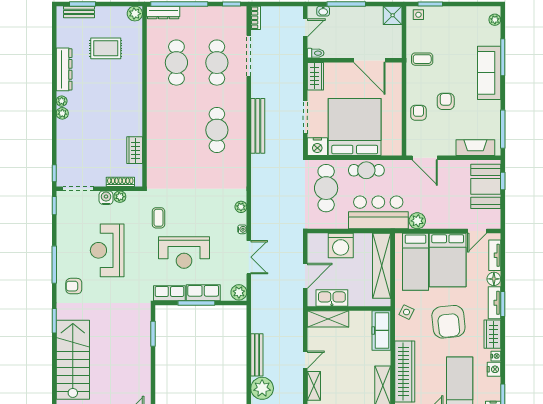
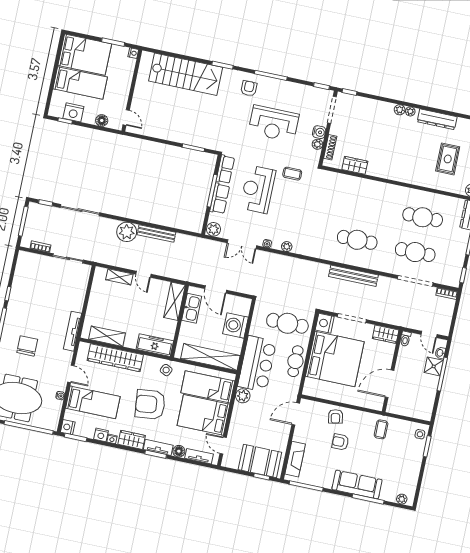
shower: (393, 15) -> (434, 366), moved
armchair: (446, 101) -> (340, 442), turned 180
armchair: (418, 113) -> (335, 416), turned 79
reception desk: (107, 250) -> (274, 124), turned 180

